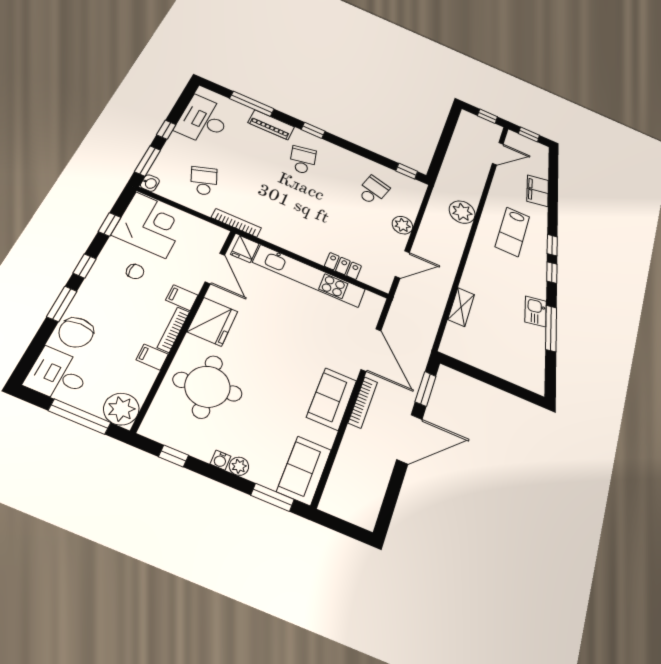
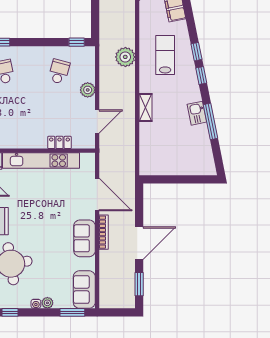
lab bench: (512, 232) -> (165, 55), turned 180
shelving: (461, 307) -> (145, 108), moved
window: (426, 389) -> (139, 284), moved

